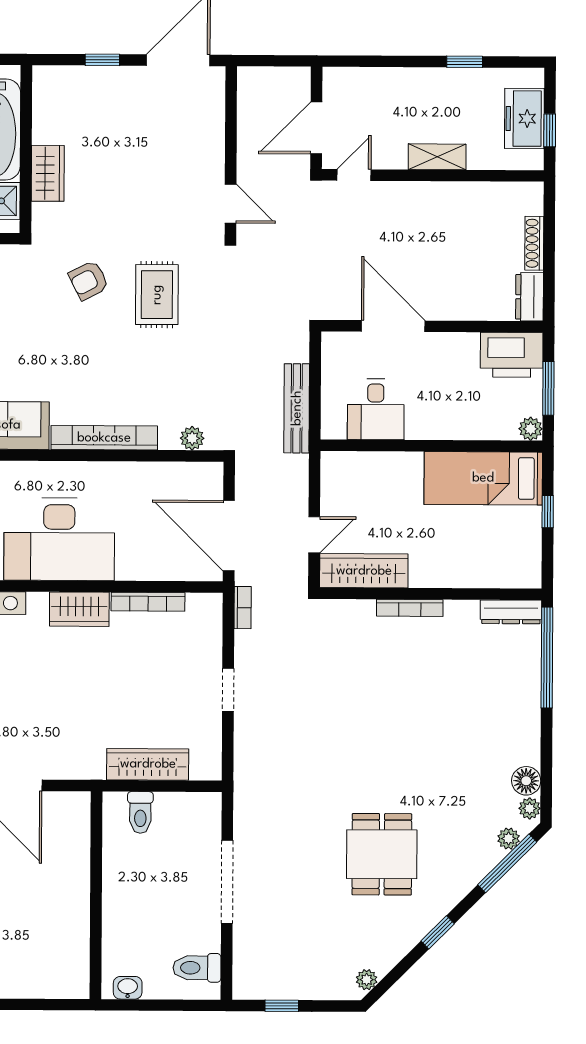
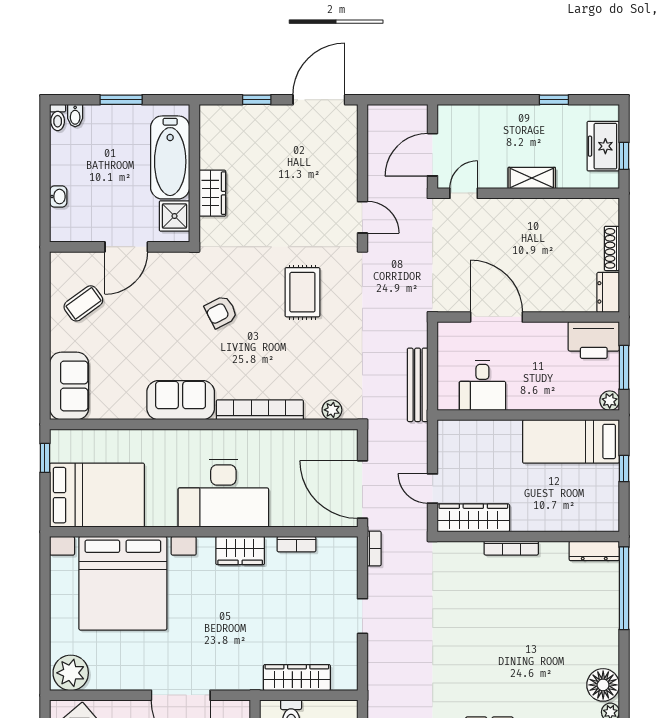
armchair: (89, 280) -> (221, 312), moved
door: (314, 535) -> (433, 489), swing flipped
bookcase: (148, 602) -> (296, 544), width x0.64
floor lamp: (526, 781) -> (603, 685), width x1.38, depth x1.38

